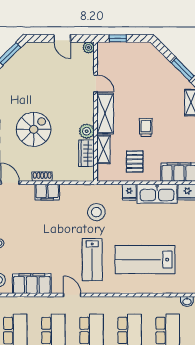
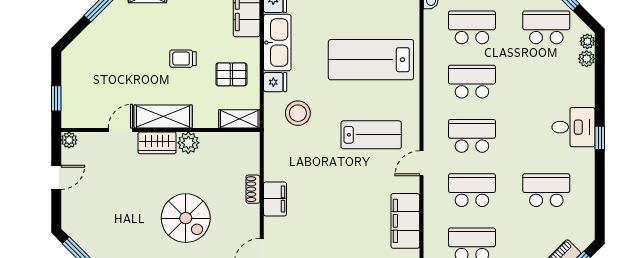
spiral stairs: (34, 129) -> (186, 218), turned 180
shelving: (103, 149) -> (239, 119), moved
wardrobe: (87, 153) -> (157, 143), moved
shoe rack: (42, 177) -> (253, 189), moved
stool: (96, 212) -> (298, 113), moved
lab bench: (145, 260) -> (371, 60), turned 90

